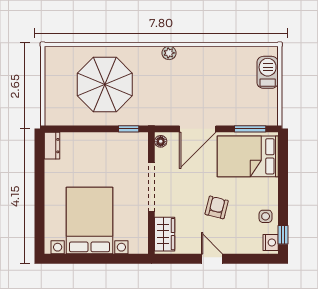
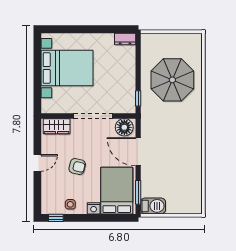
plant: (169, 53) -> (197, 130), removed
barbecue: (268, 72) -> (153, 206), moved
floor lamp: (161, 141) -> (124, 127), width x1.89, depth x1.89
nightstand: (271, 242) -> (94, 208), moved

